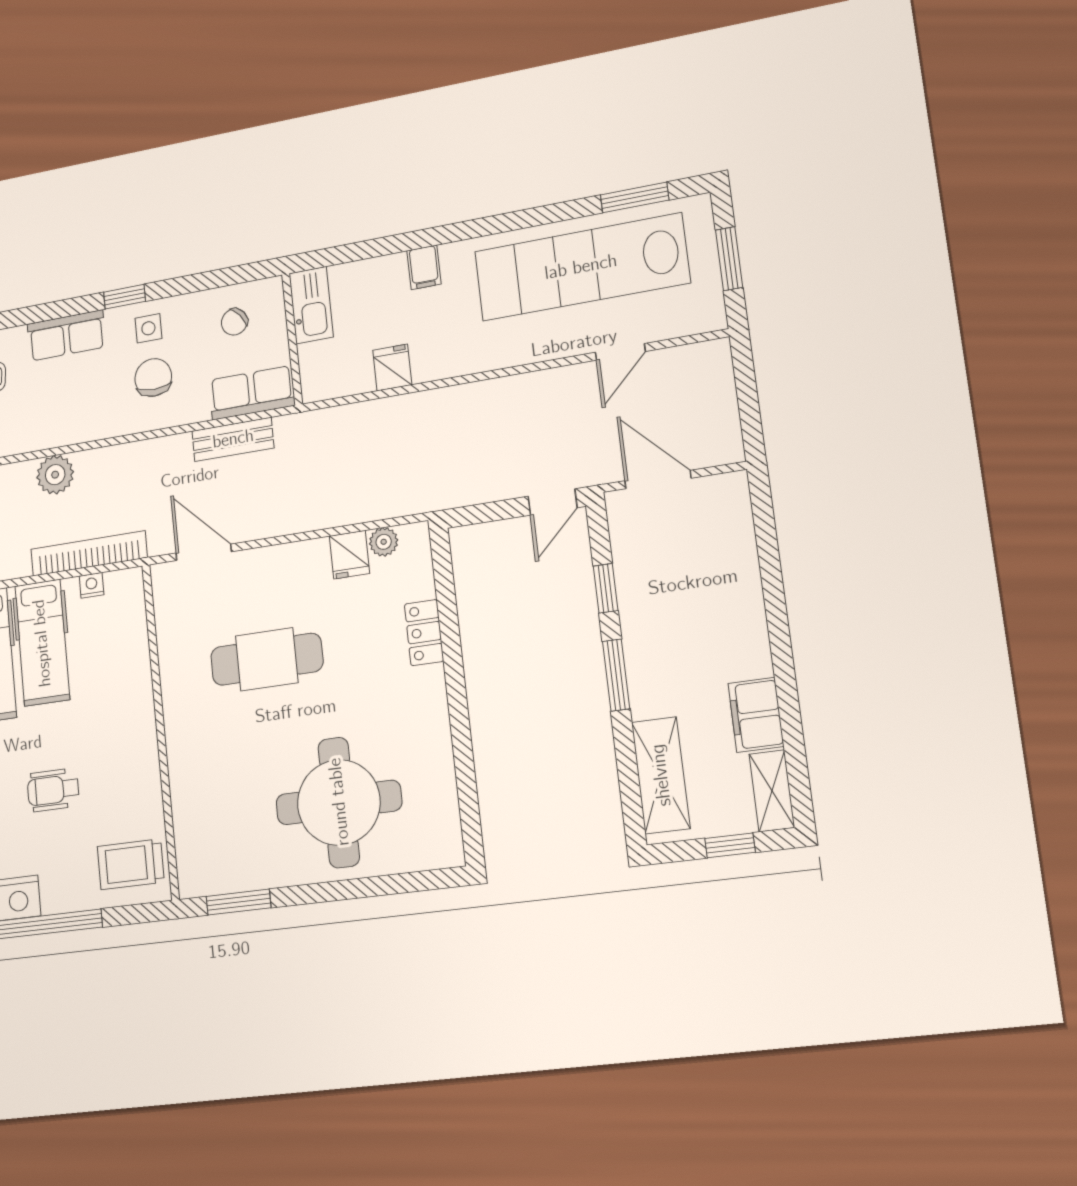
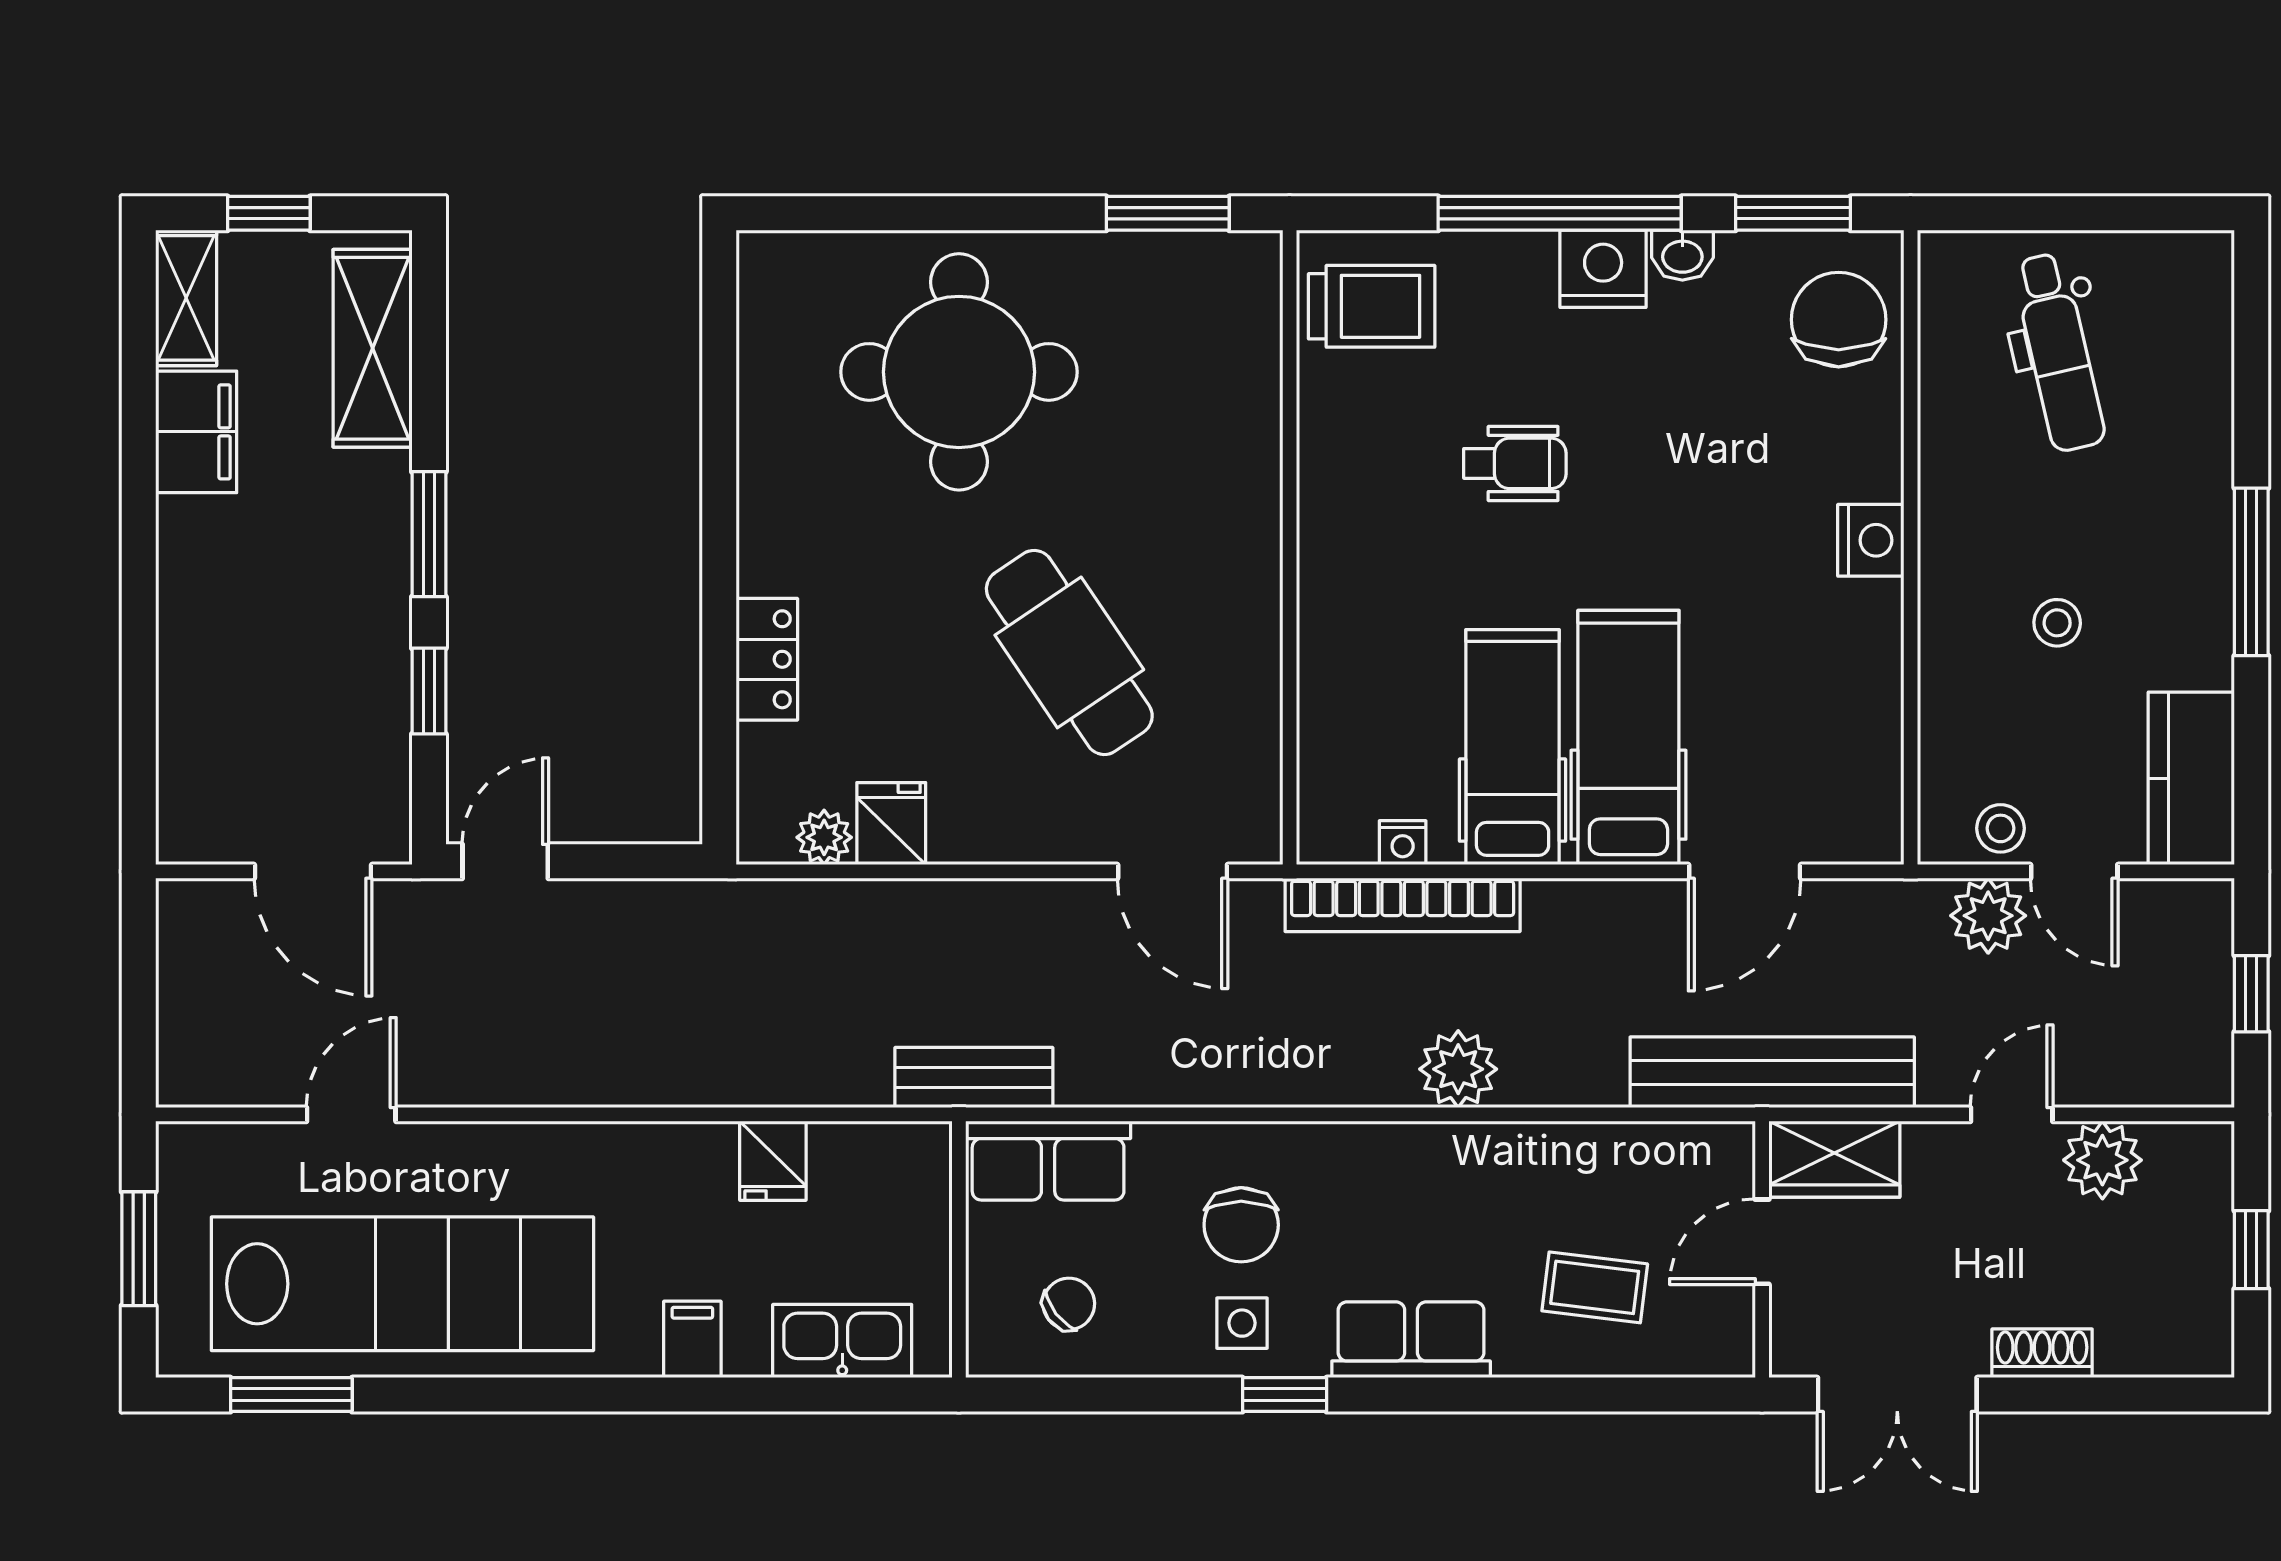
kitchen sink: (311, 305) -> (842, 1341), moved, turned 90
bench: (233, 439) -> (974, 1078), moved
cafe table: (267, 659) -> (1069, 652), turned 56

